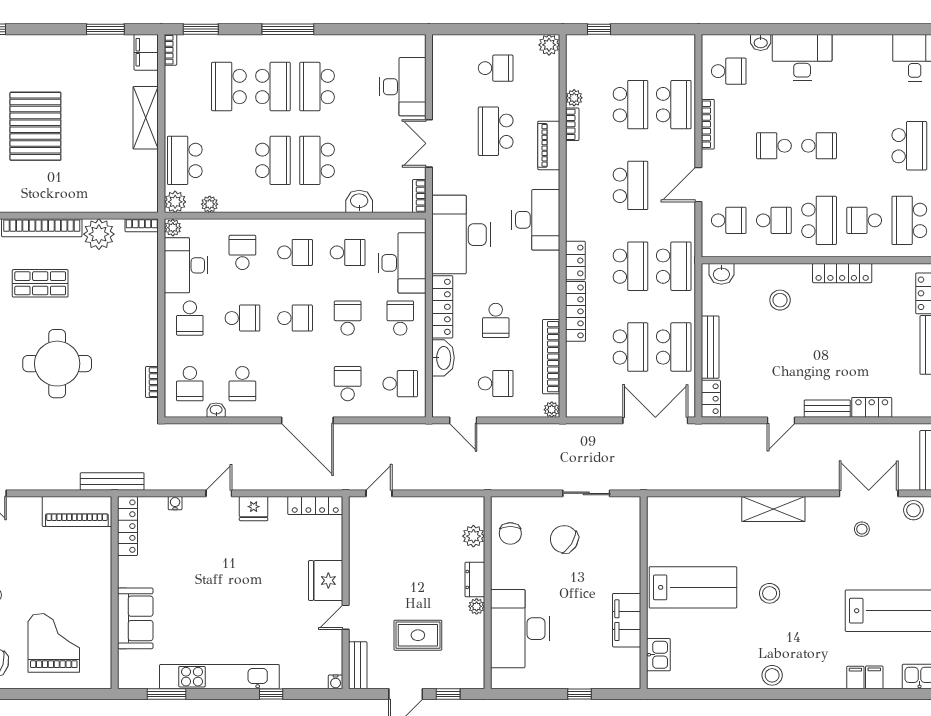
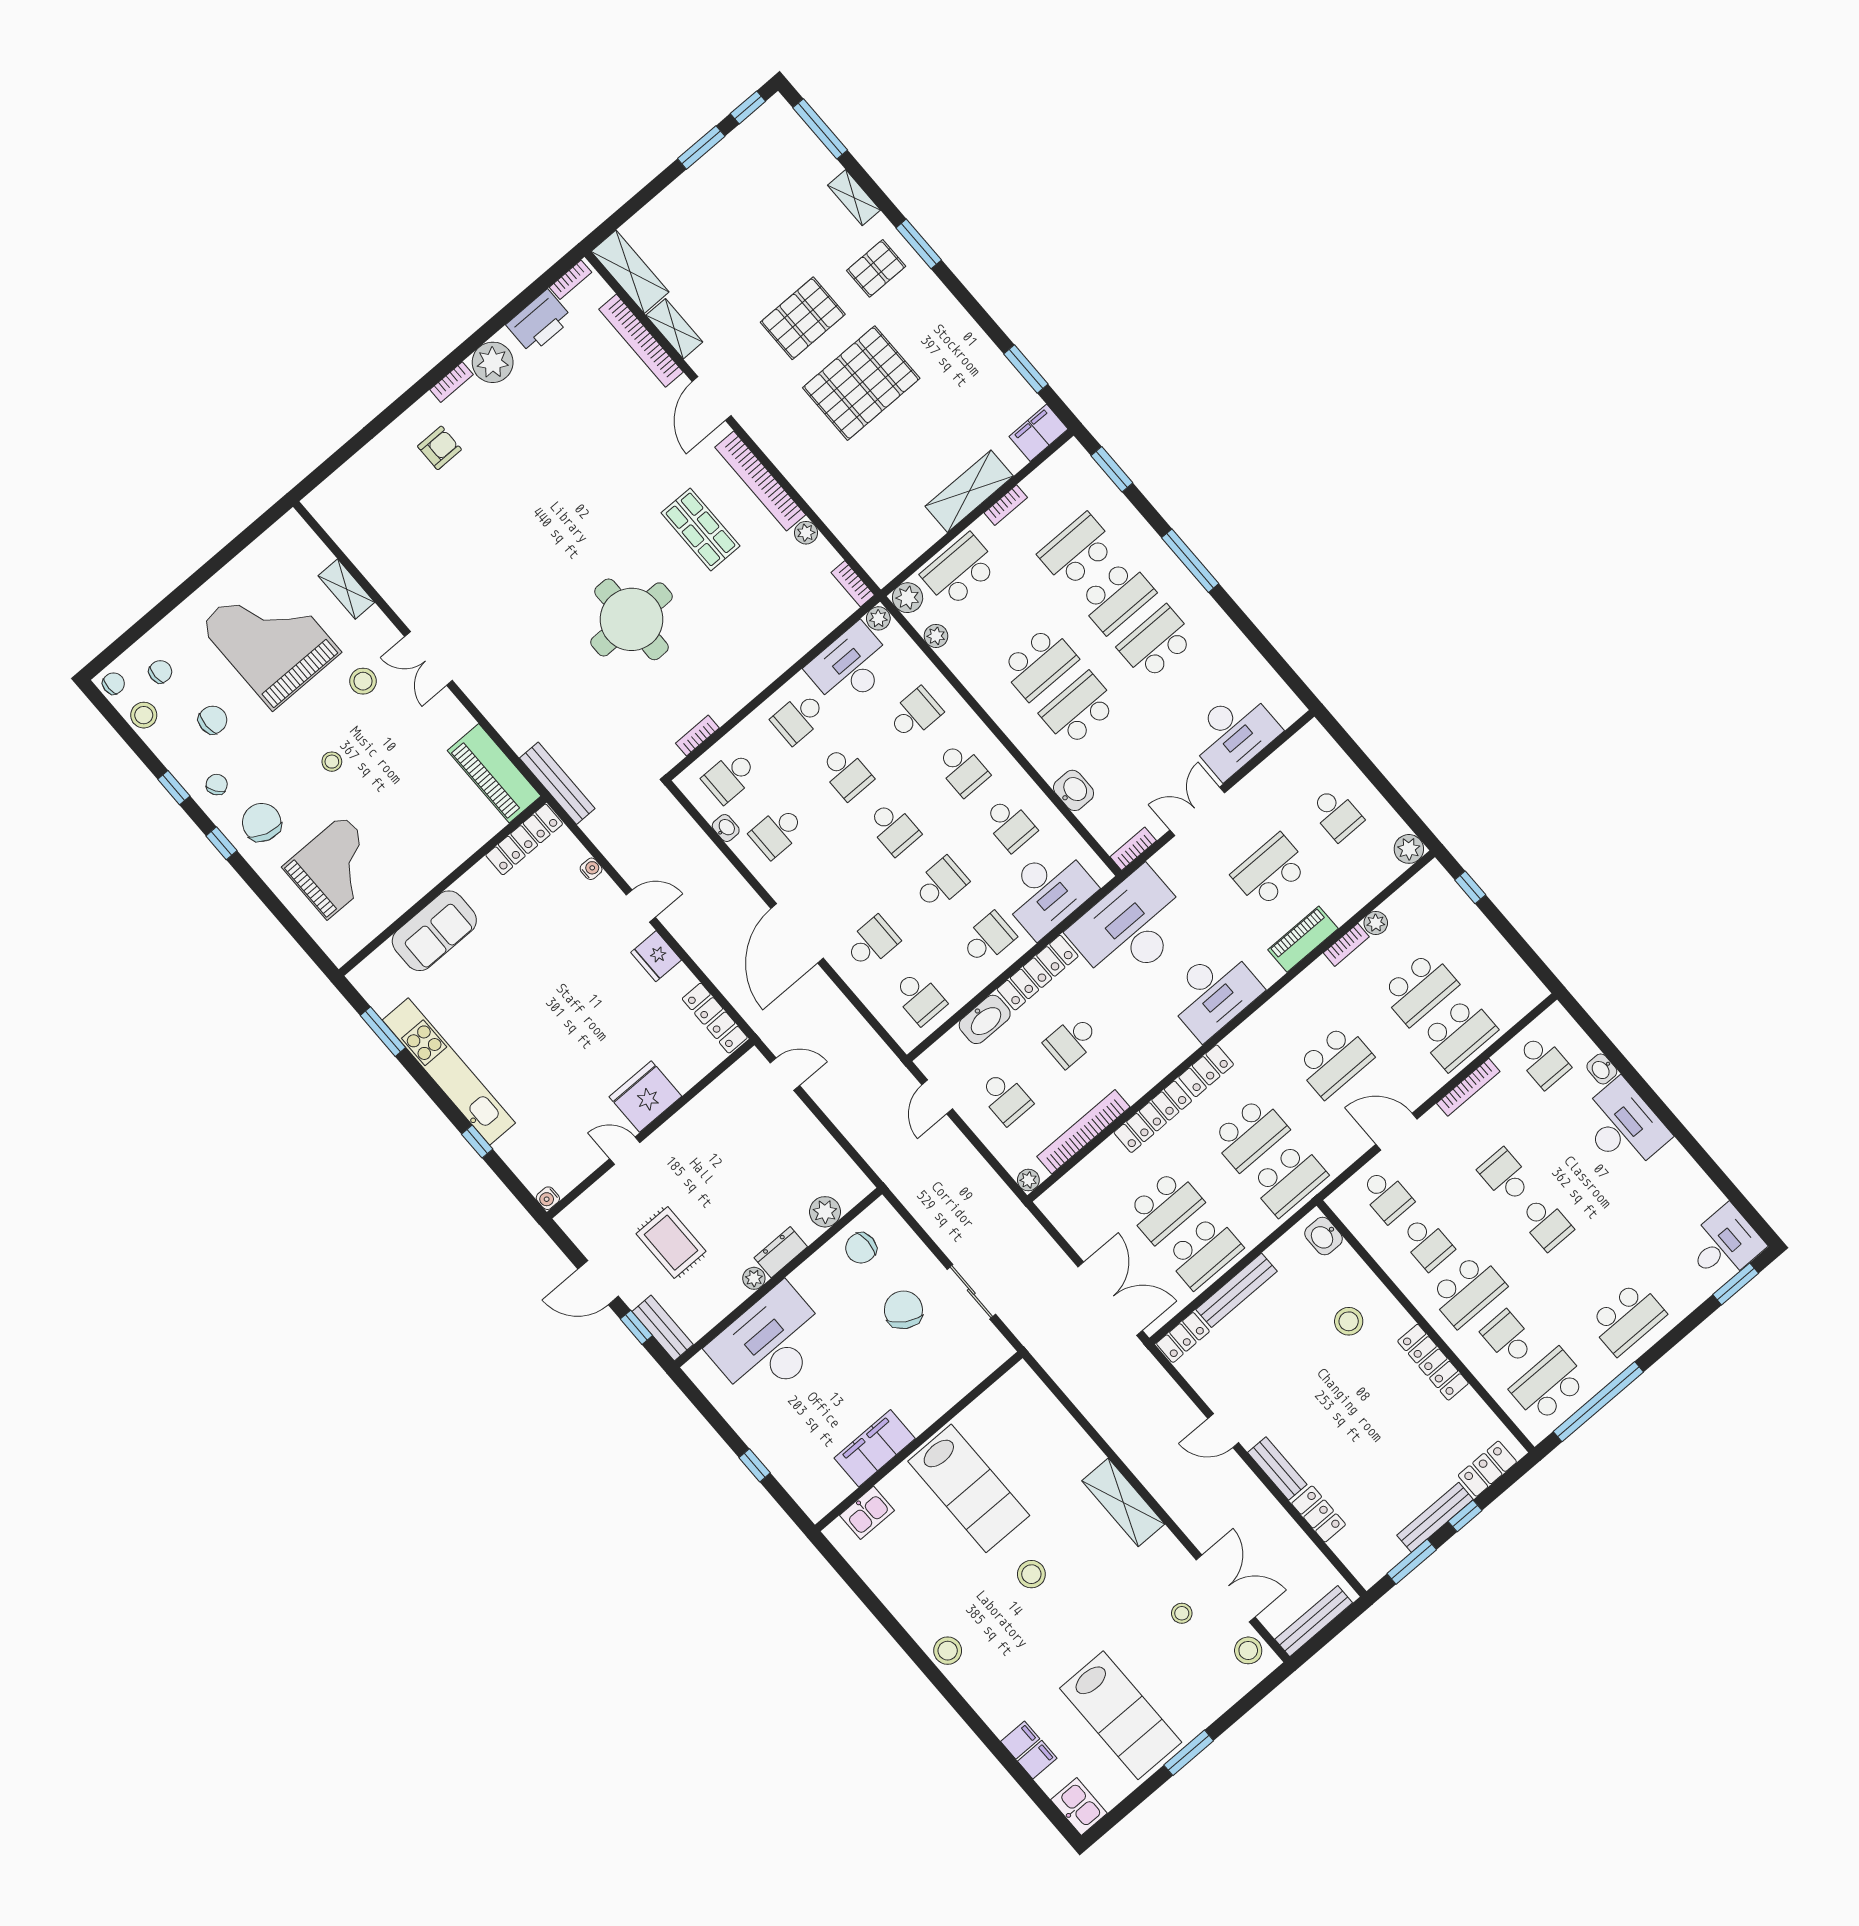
bookcase: (170, 50) -> (1006, 505), moved
plant: (99, 234) -> (806, 533), width x0.53, depth x0.53
bench: (358, 665) -> (663, 1328), moved, turned 90

